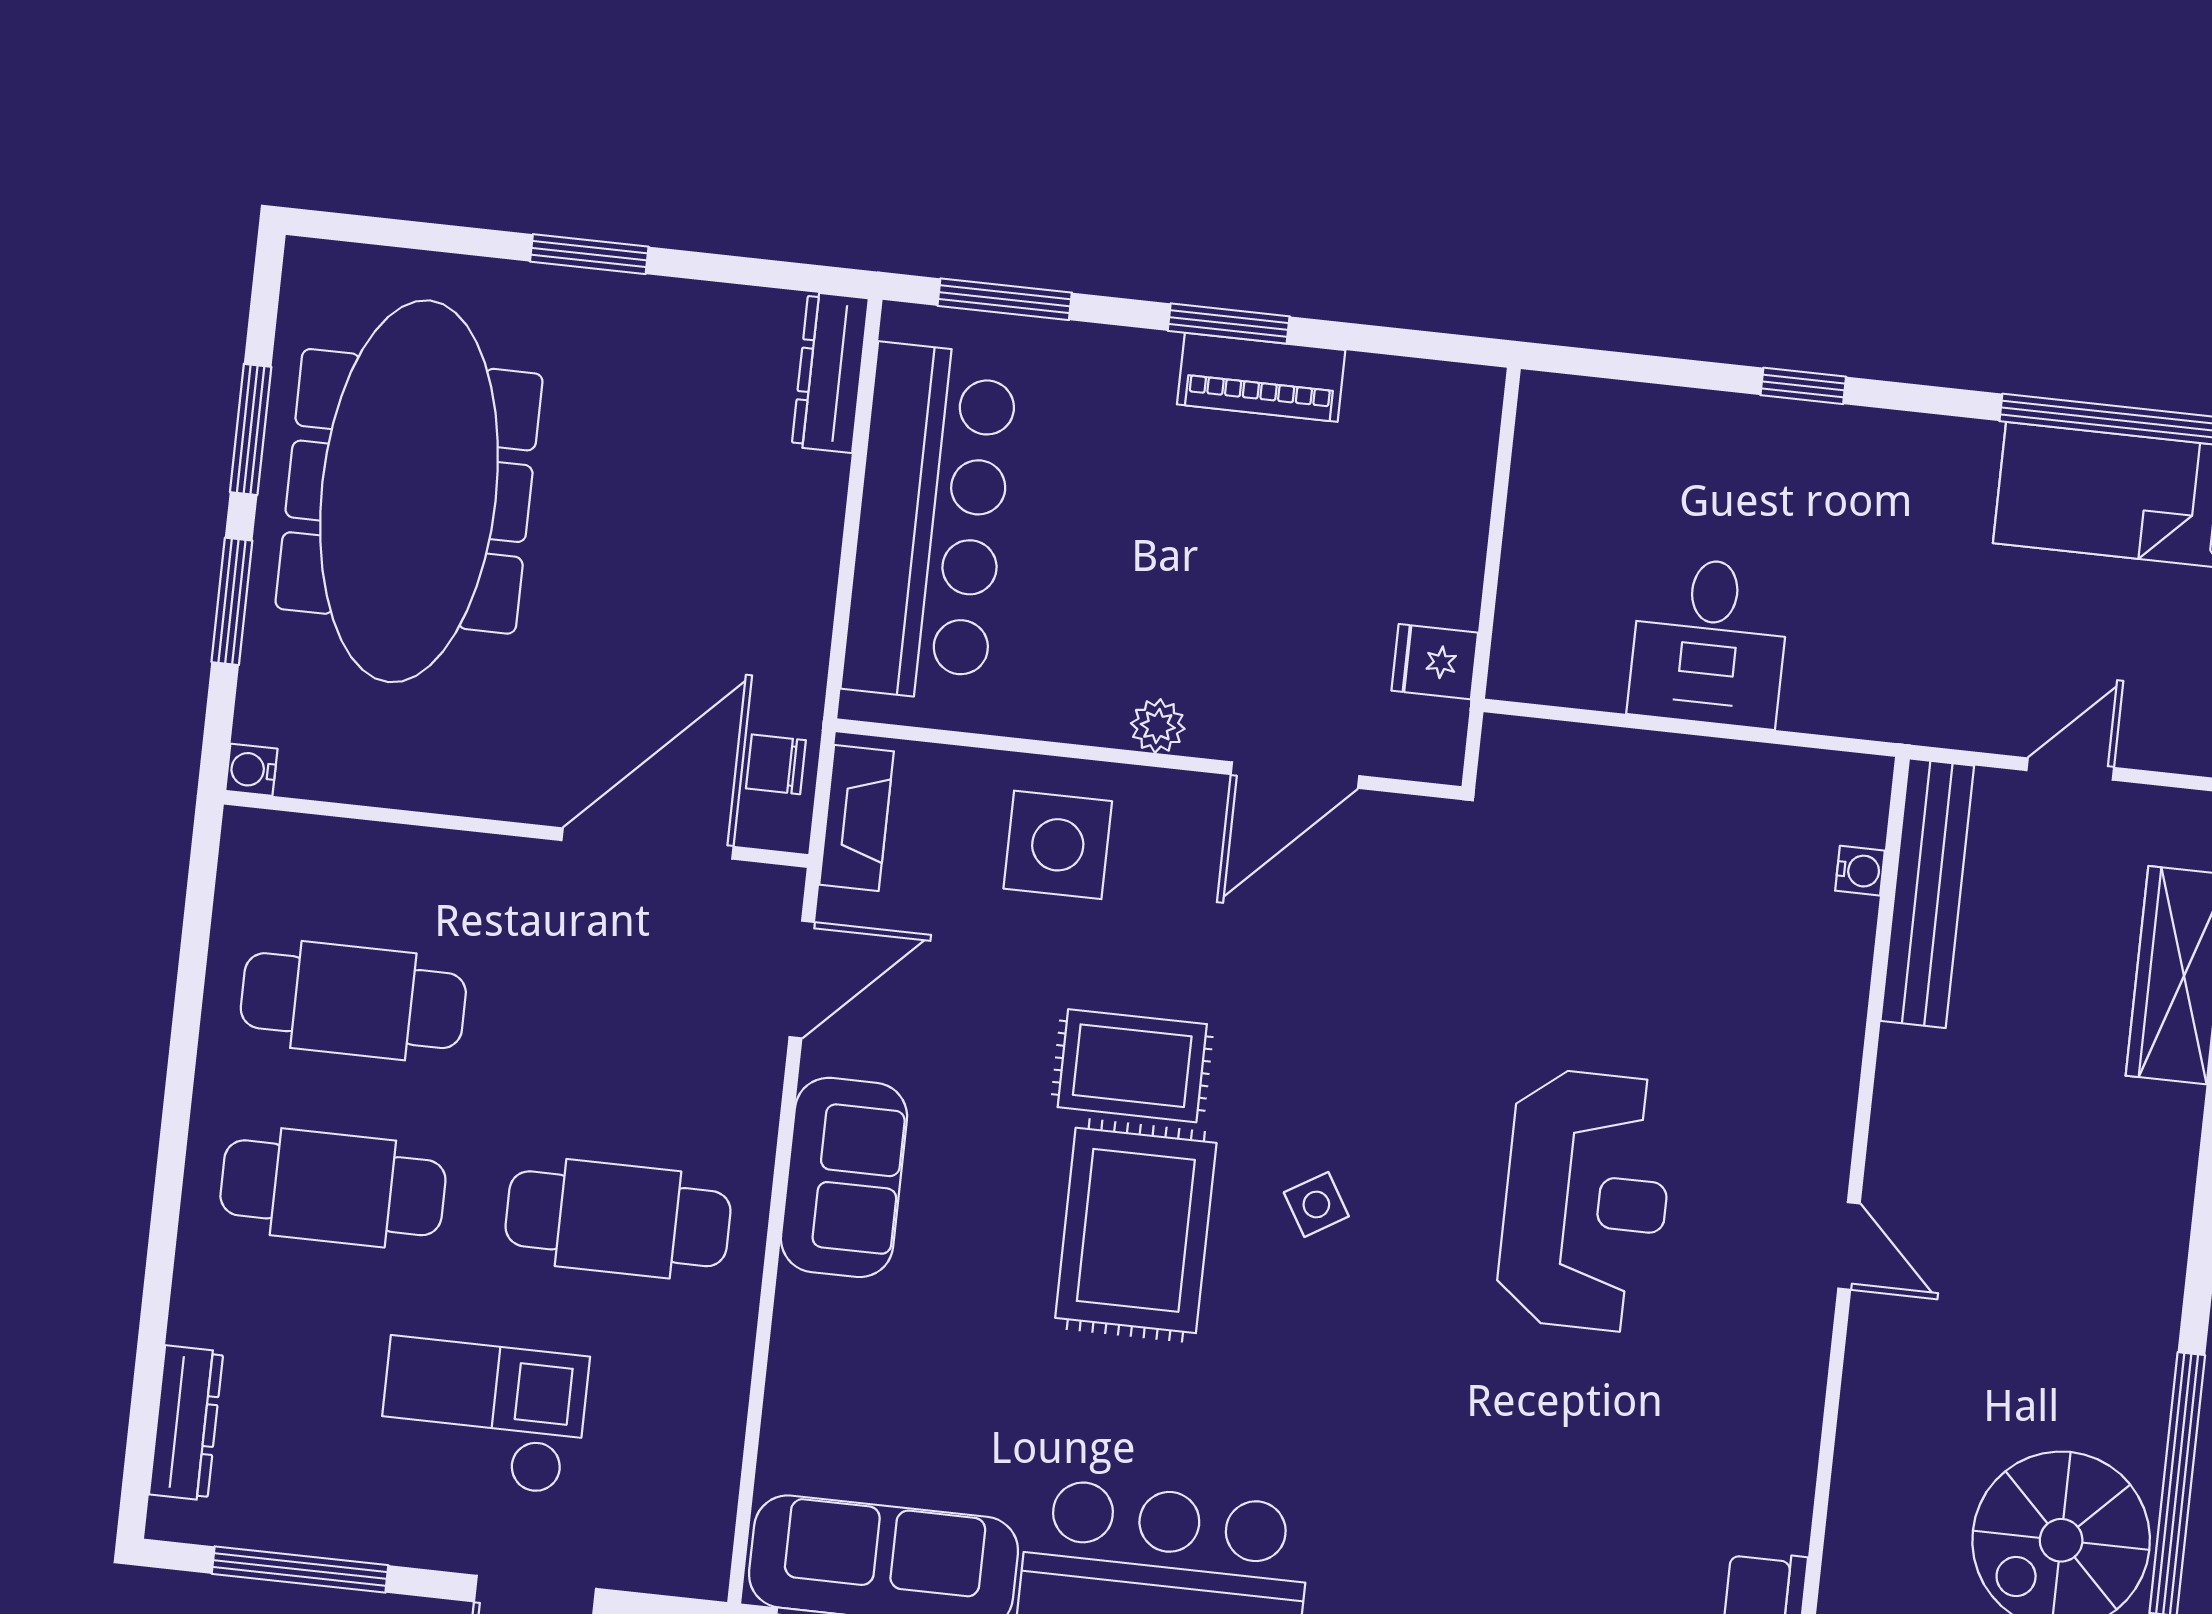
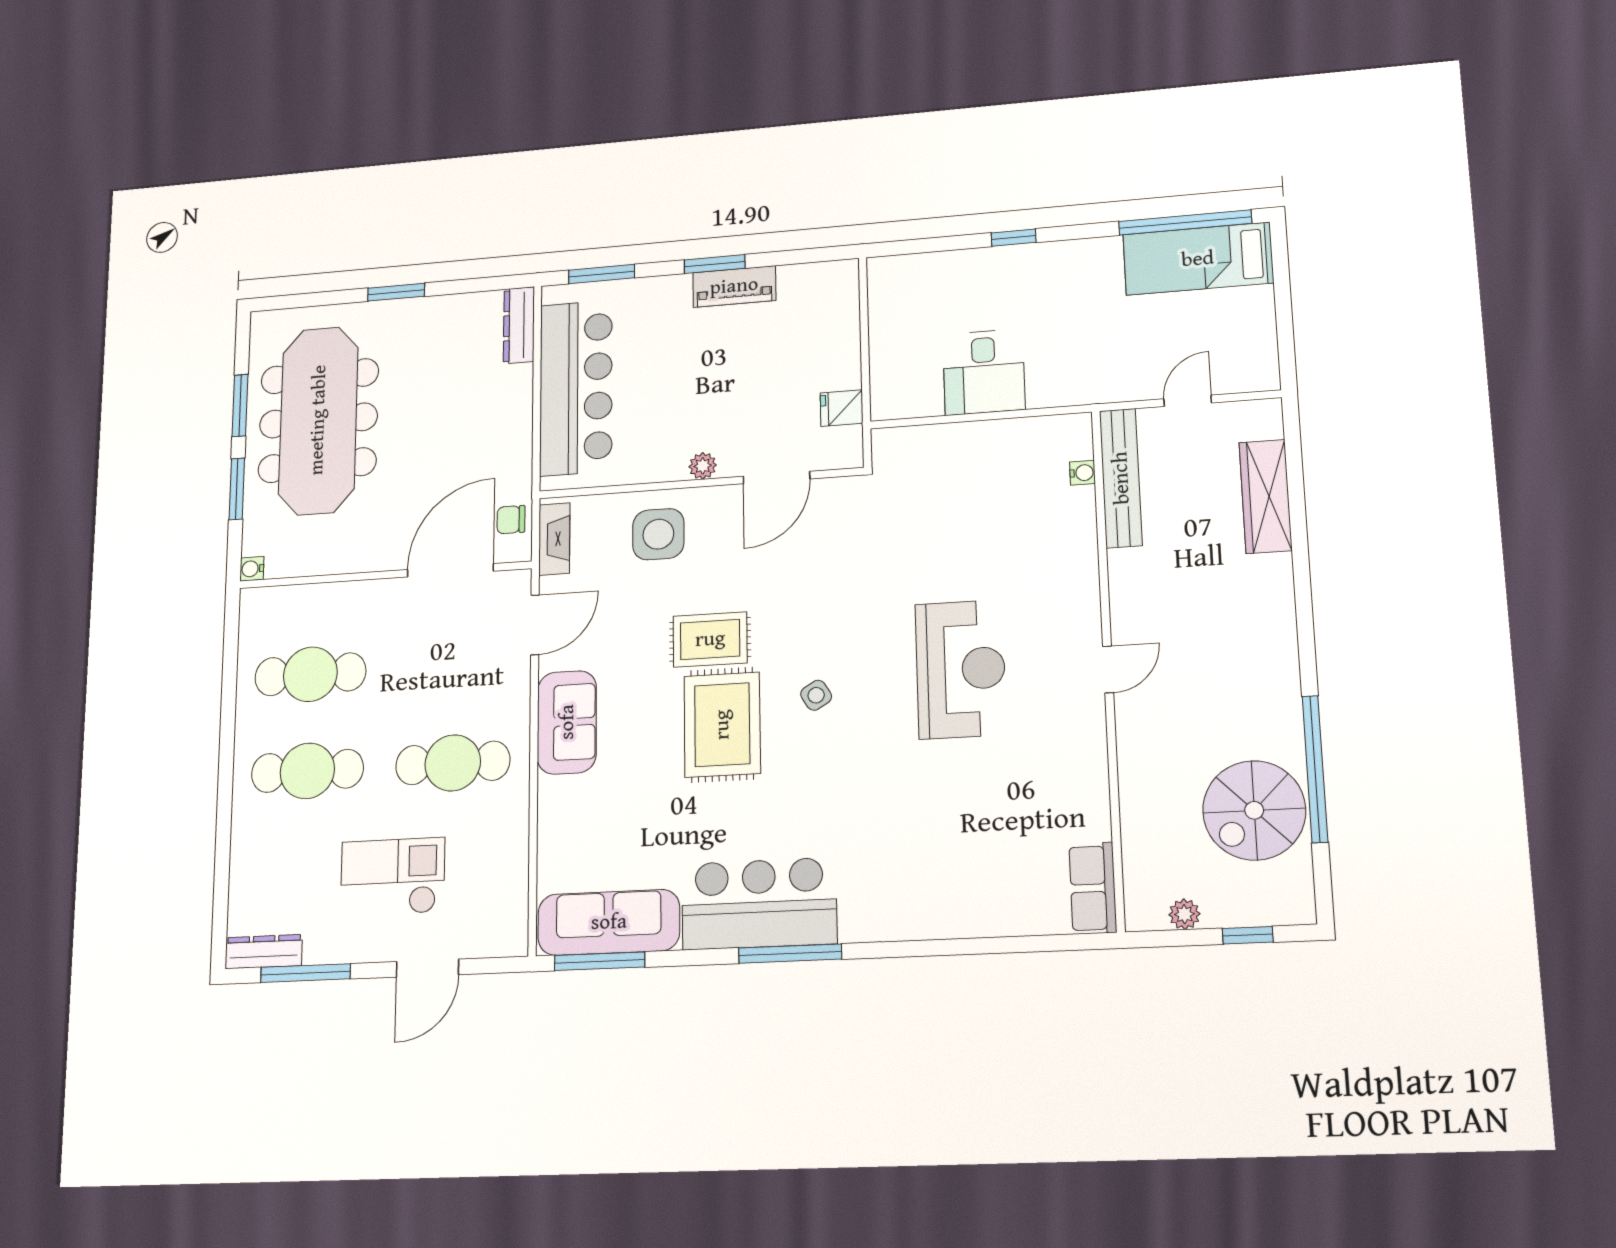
door: (1849, 1246) -> (1108, 670), hinge flipped
dresser: (186, 1423) -> (264, 952), moved, turned -90

